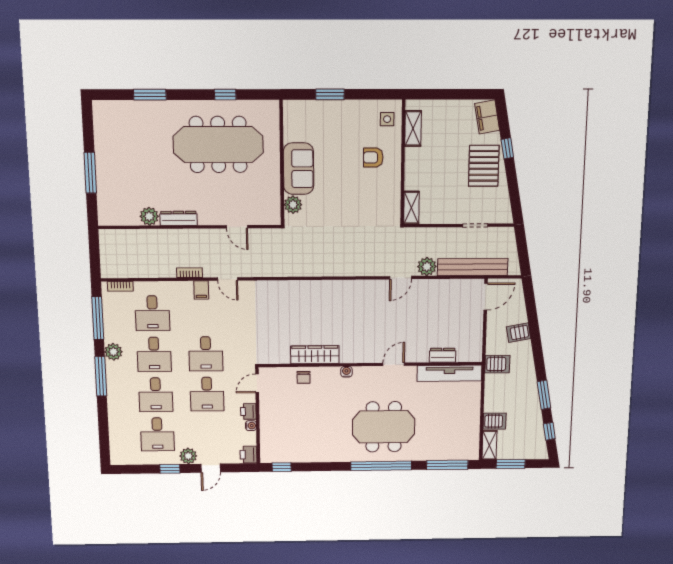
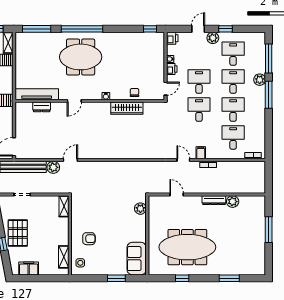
filing cabinet: (487, 117) -> (29, 269), moved, turned -79
sofa: (299, 169) -> (137, 259), moved
window: (98, 318) -> (269, 59), moved
plant: (113, 352) -> (260, 80), moved

